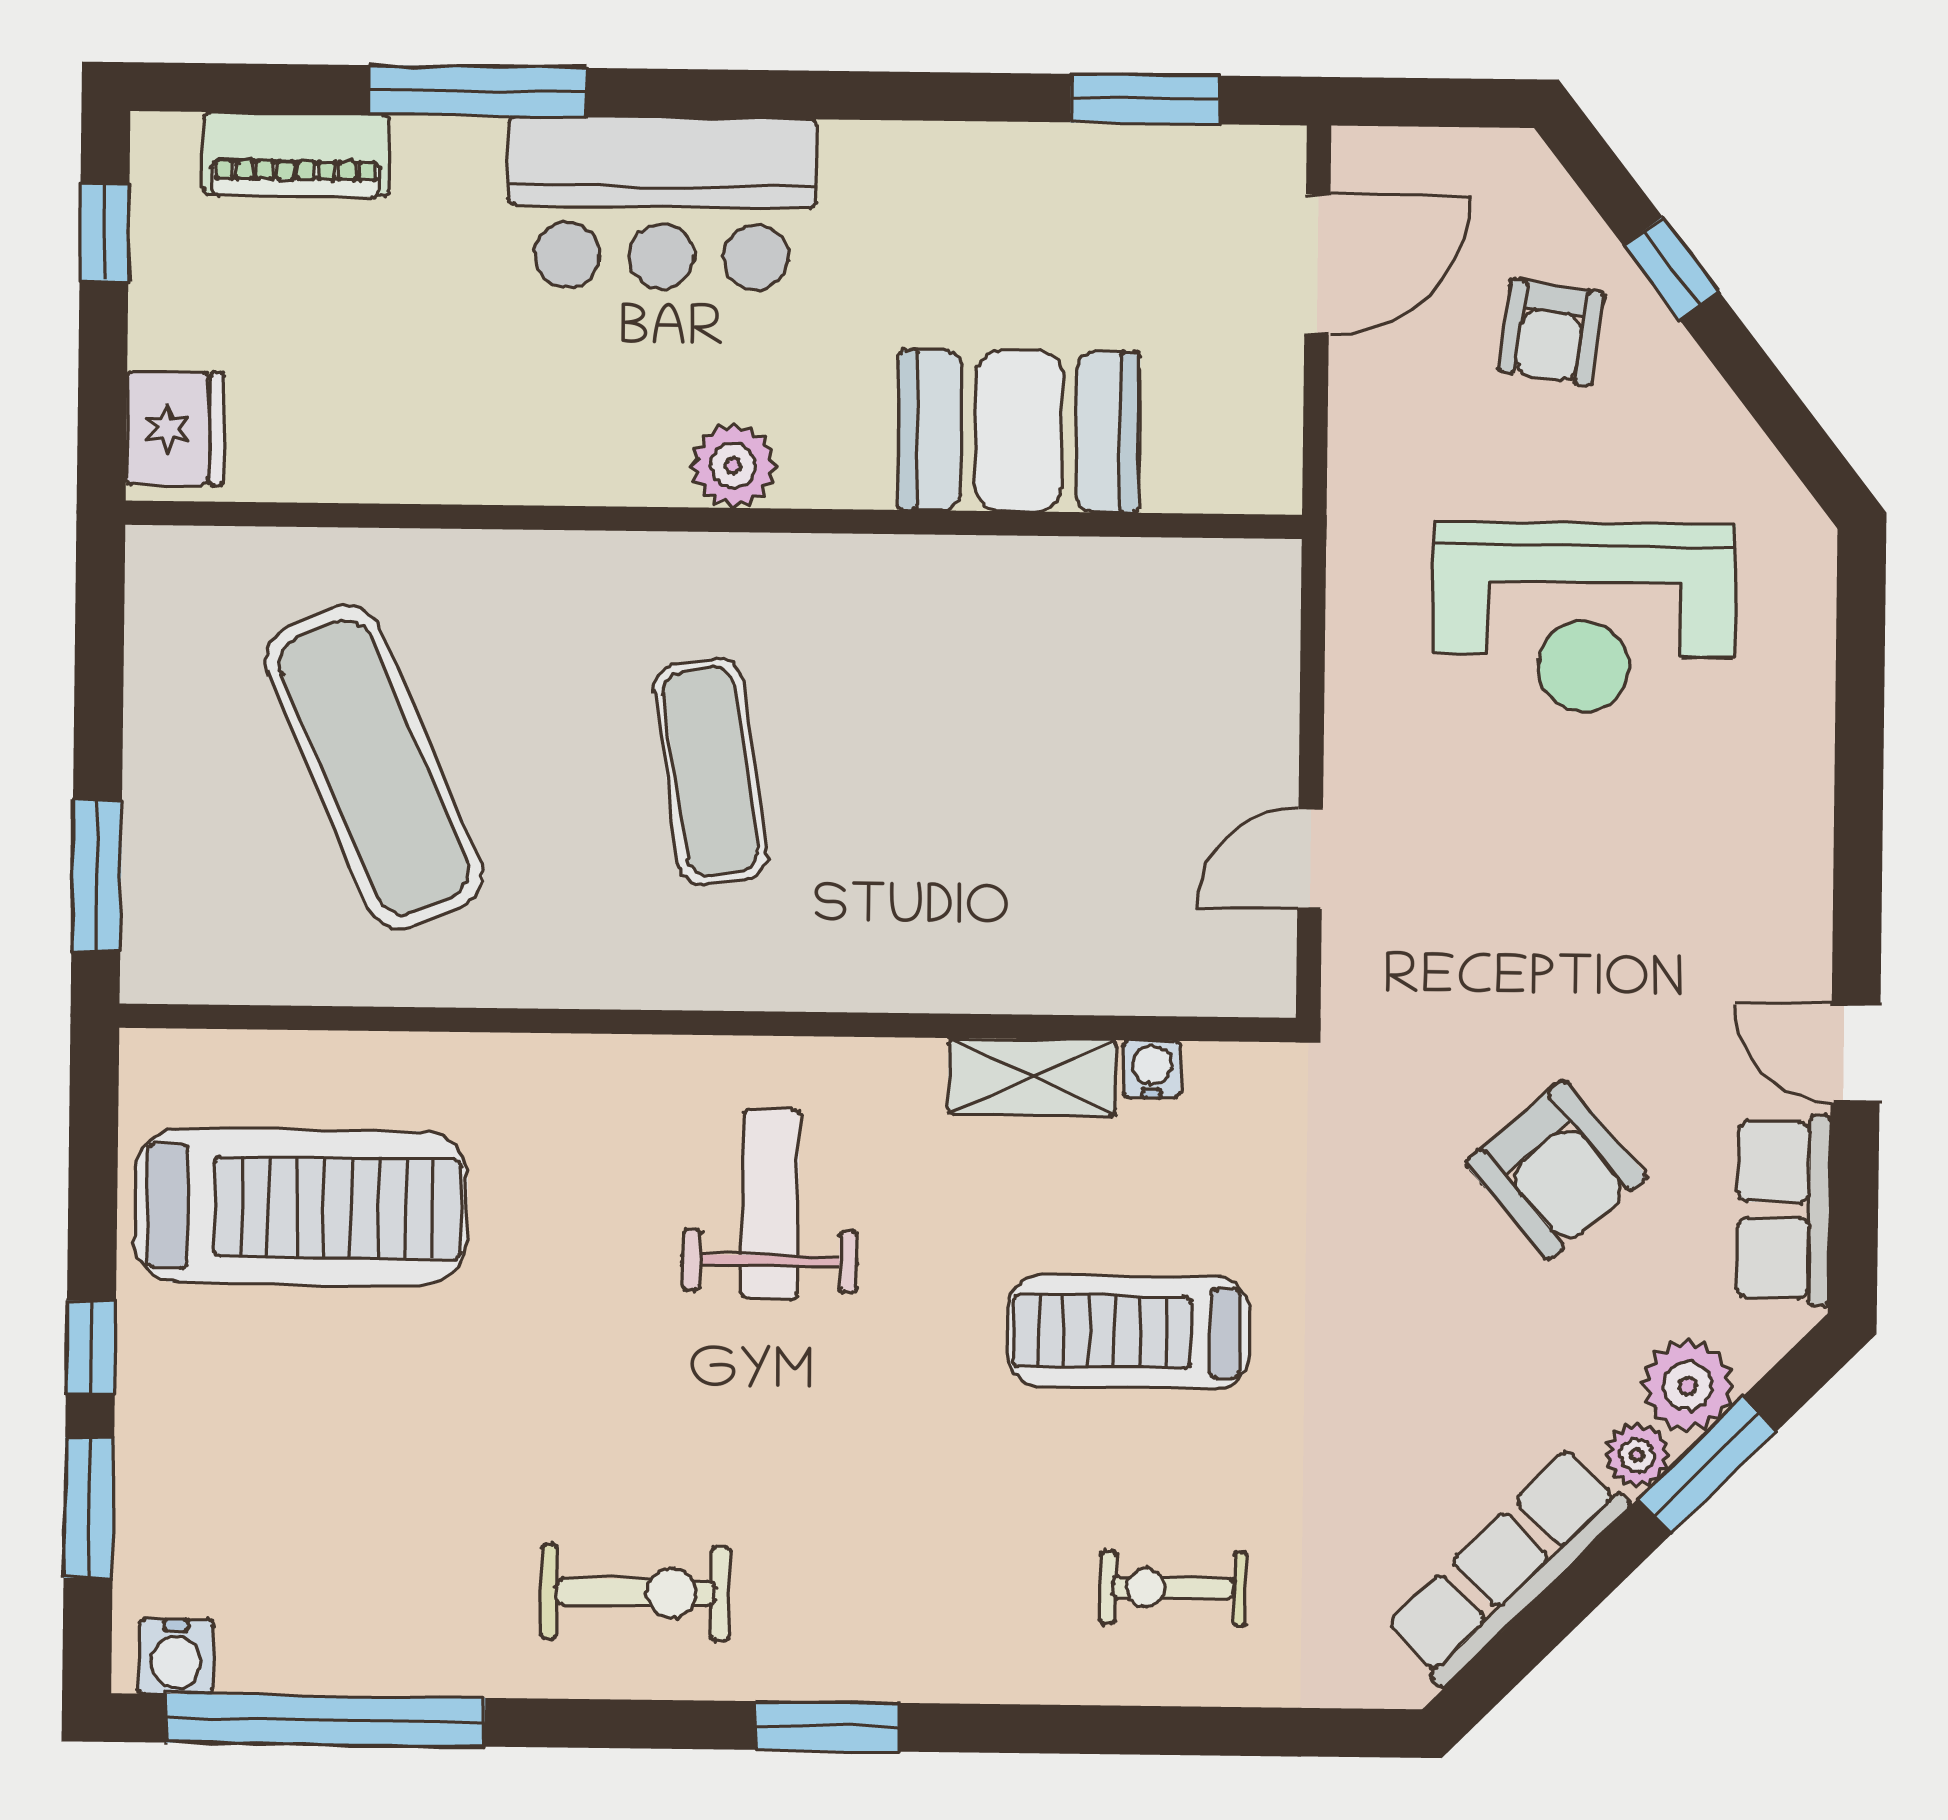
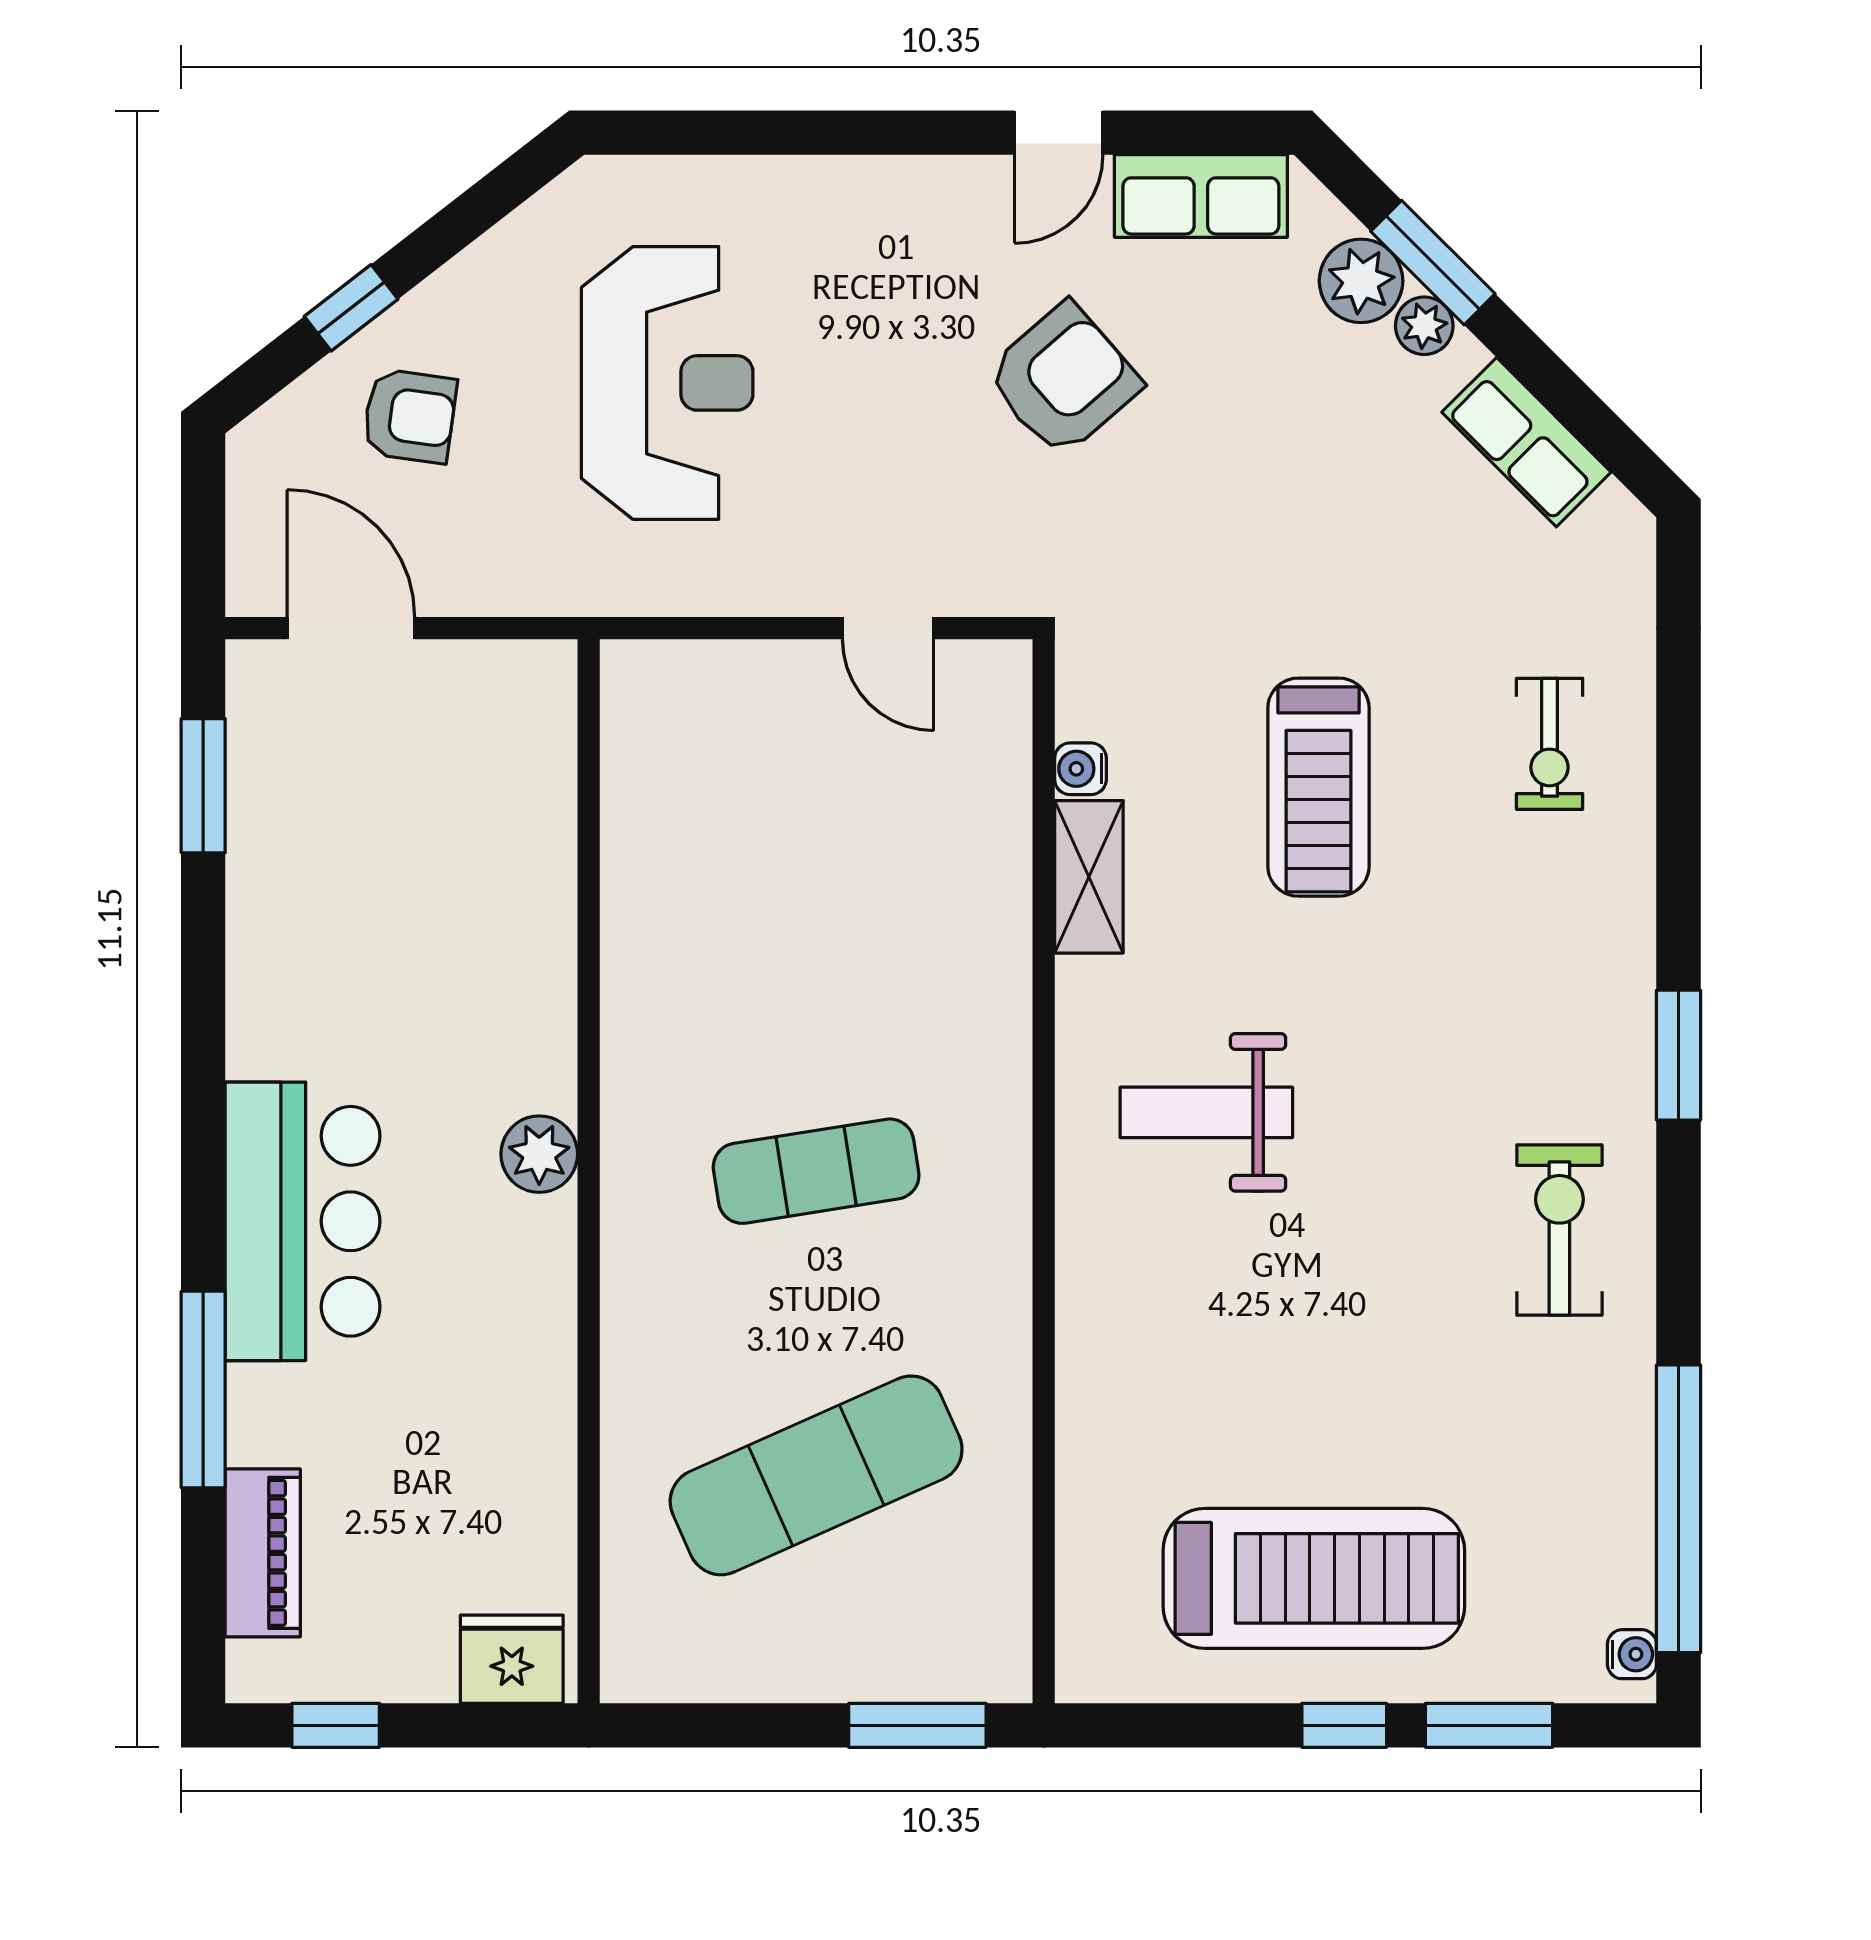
booth: (1019, 431) -> (505, 896), removed
armchair: (1556, 1170) -> (1063, 380), moved
treadmill: (301, 1207) -> (1314, 1578), moved, turned 90
row of seats: (1507, 1567) -> (1526, 442), width x0.68
water cooler: (176, 1657) -> (1632, 1654), width x0.72, depth x0.72

